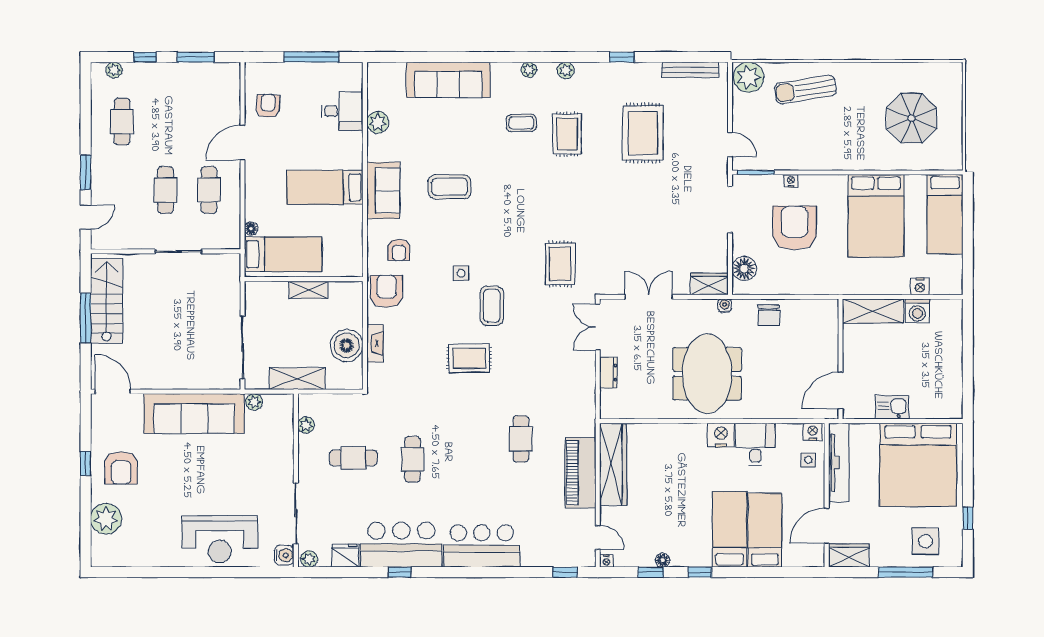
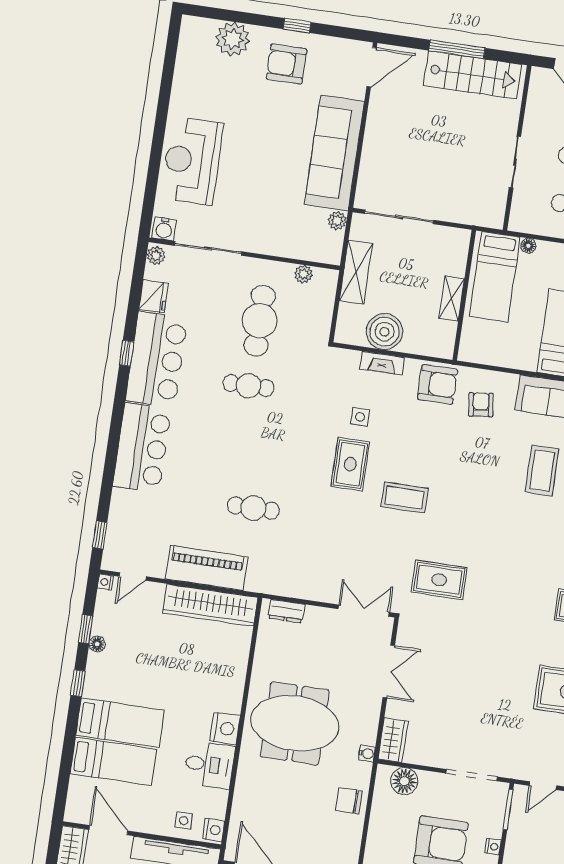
armchair: (399, 250) -> (481, 405), turned 83
side table: (461, 273) -> (360, 417), moved
dresser: (608, 373) -> (286, 611), moved
cafe table: (353, 458) -> (260, 321), width x1.37, depth x1.35

